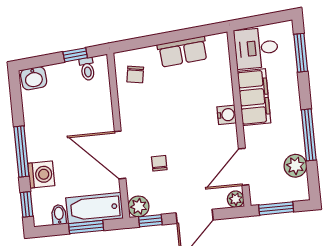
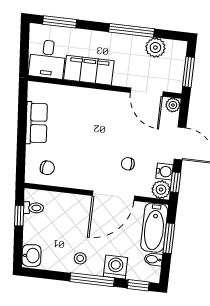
water cooler: (227, 115) -> (164, 171), moved, turned 90
stool: (42, 133) -> (80, 258), added

